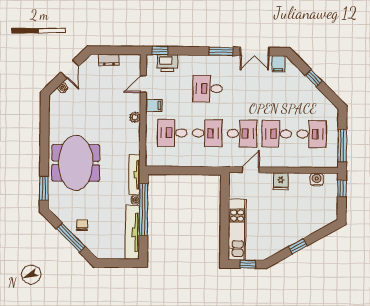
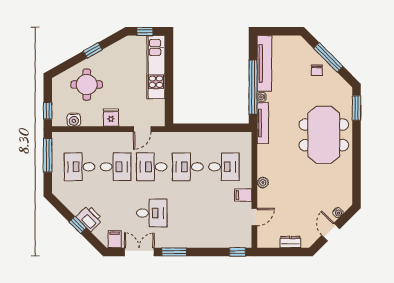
printer: (168, 63) -> (89, 218), moved, turned 45
desk: (208, 89) -> (152, 213), moved
round table: (304, 213) -> (87, 85), added

